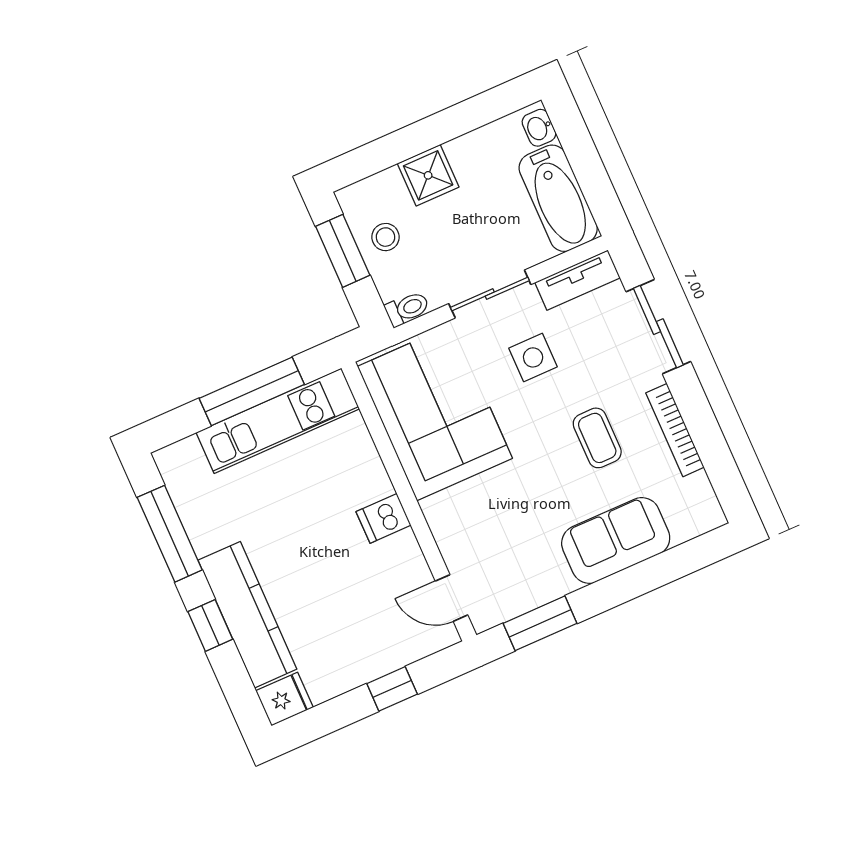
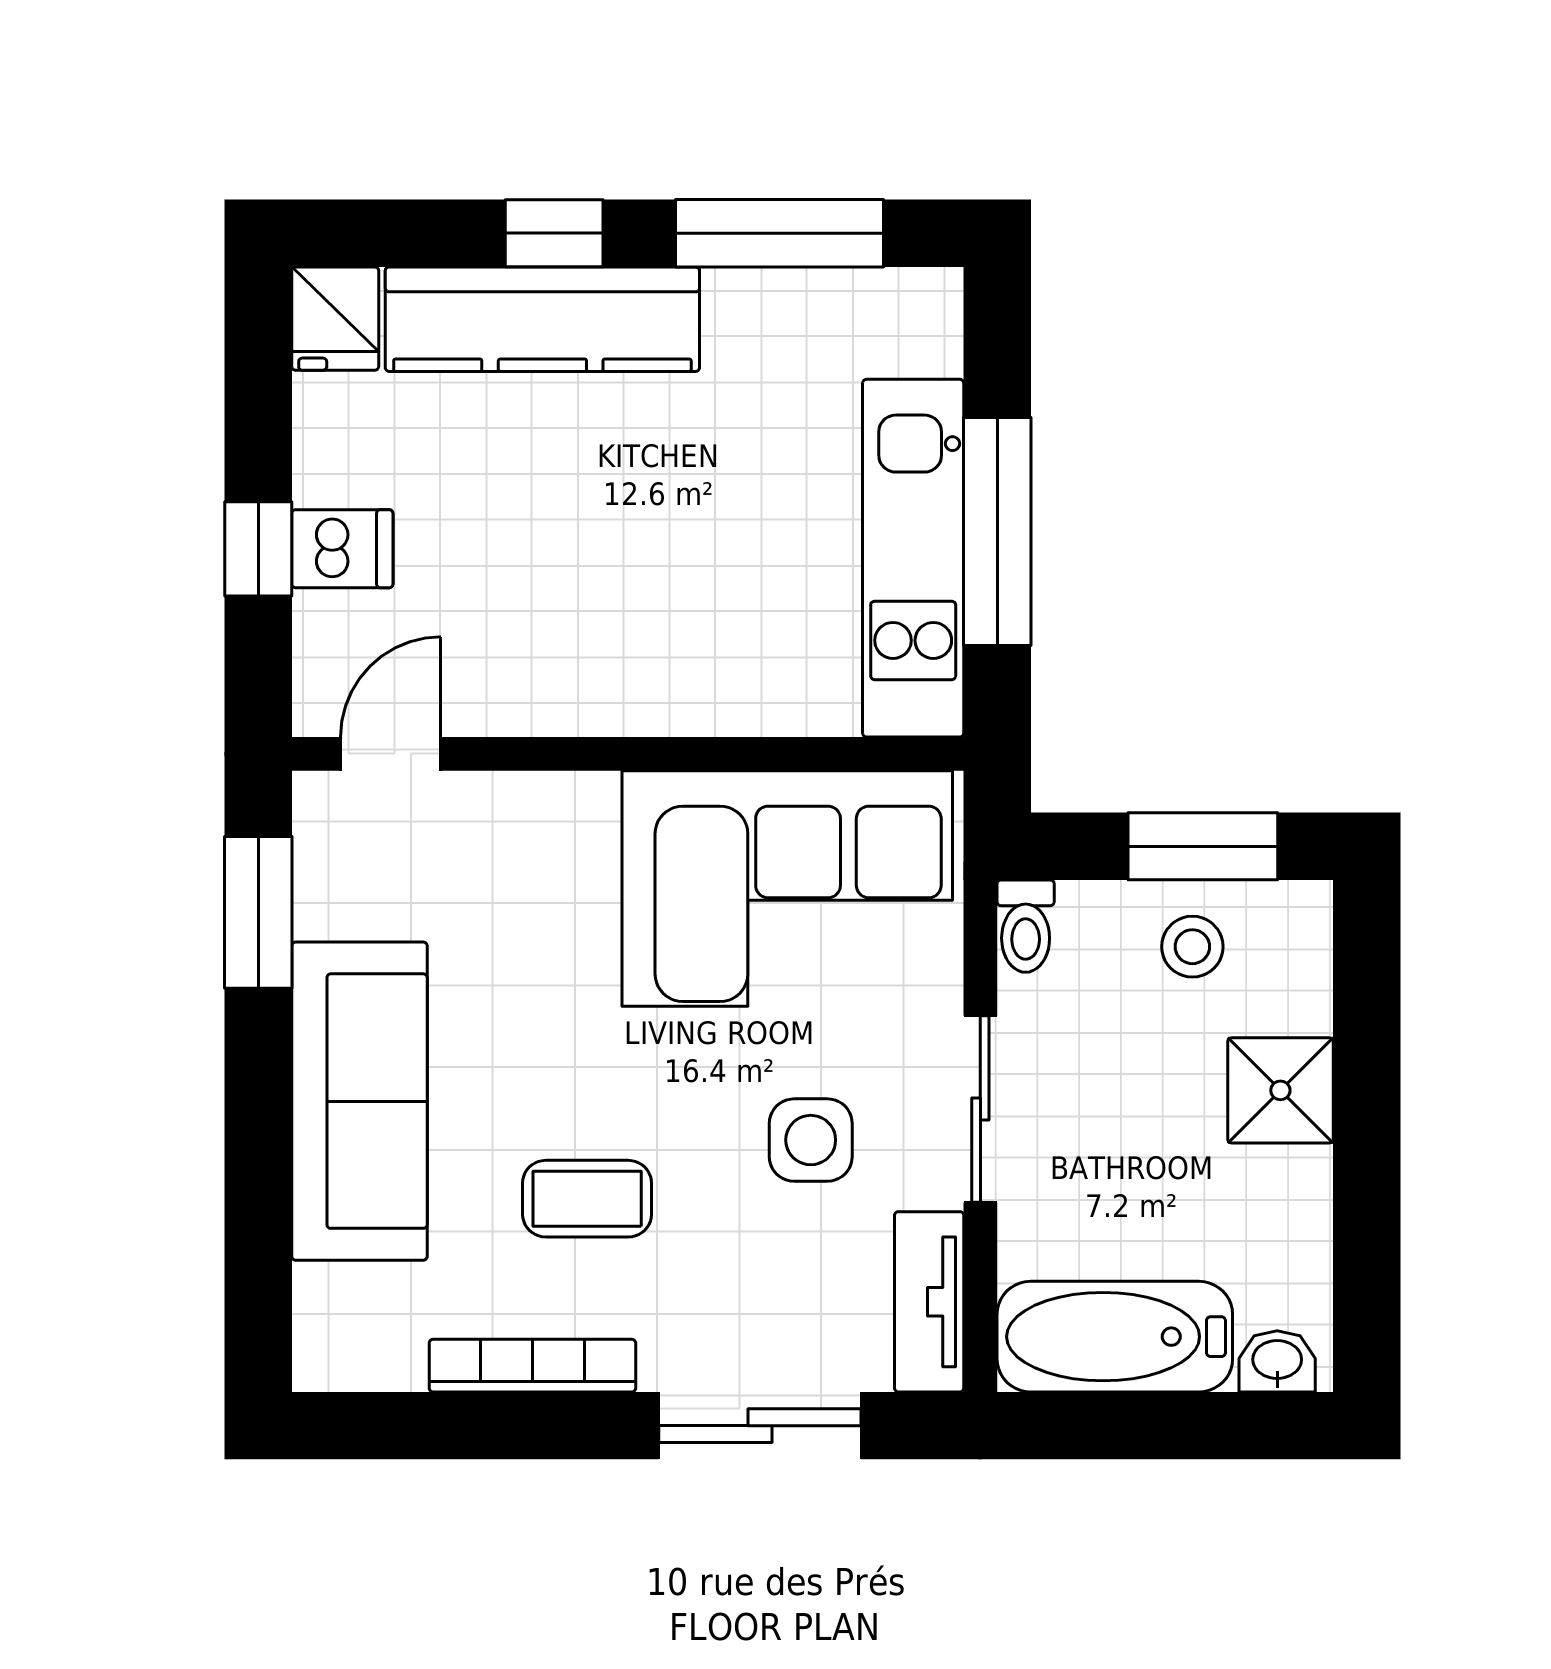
dishwasher: (384, 518) -> (342, 549), moved, turned 90
sofa: (616, 540) -> (359, 1101), width x1.36

